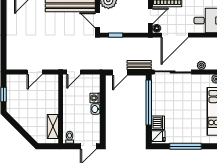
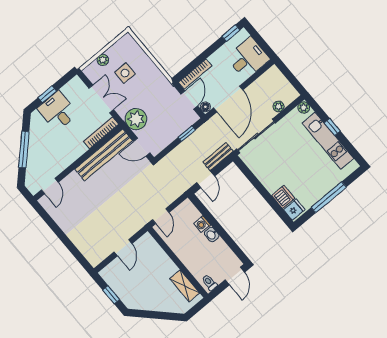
window: (116, 35) -> (187, 134), moved
window: (149, 103) -> (258, 185), removed

